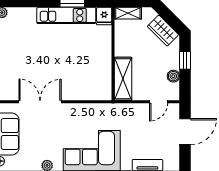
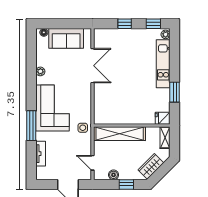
kitchen unit: (66, 15) -> (163, 64), moved
shelving: (123, 79) -> (120, 134), width x1.47
side table: (116, 114) -> (83, 128), added

